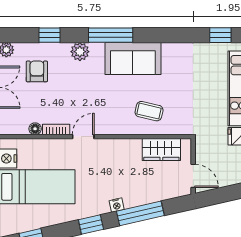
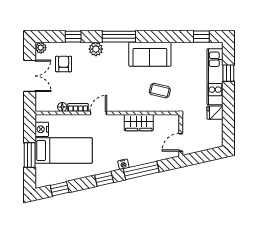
sofa: (133, 58) -> (150, 54), moved
coffee table: (149, 111) -> (160, 91), moved
wardrobe: (161, 150) -> (139, 123), moved
door: (193, 176) -> (181, 142), swing flipped

